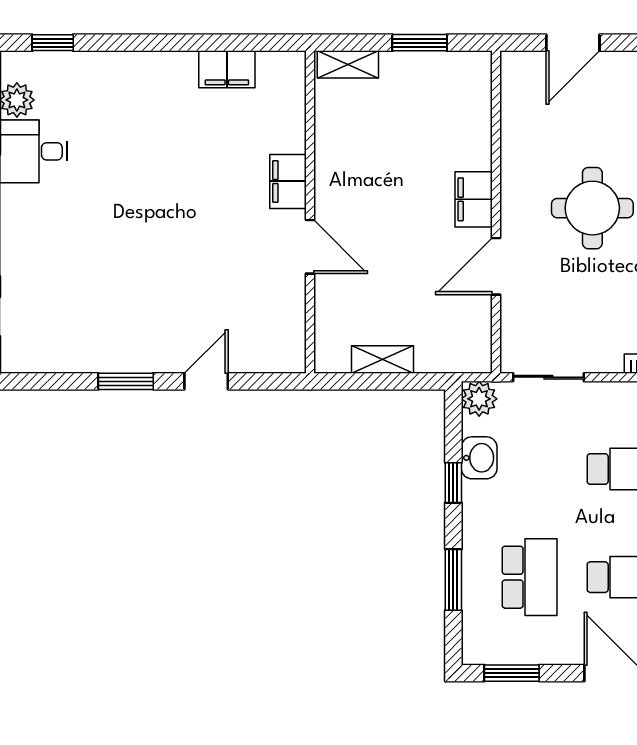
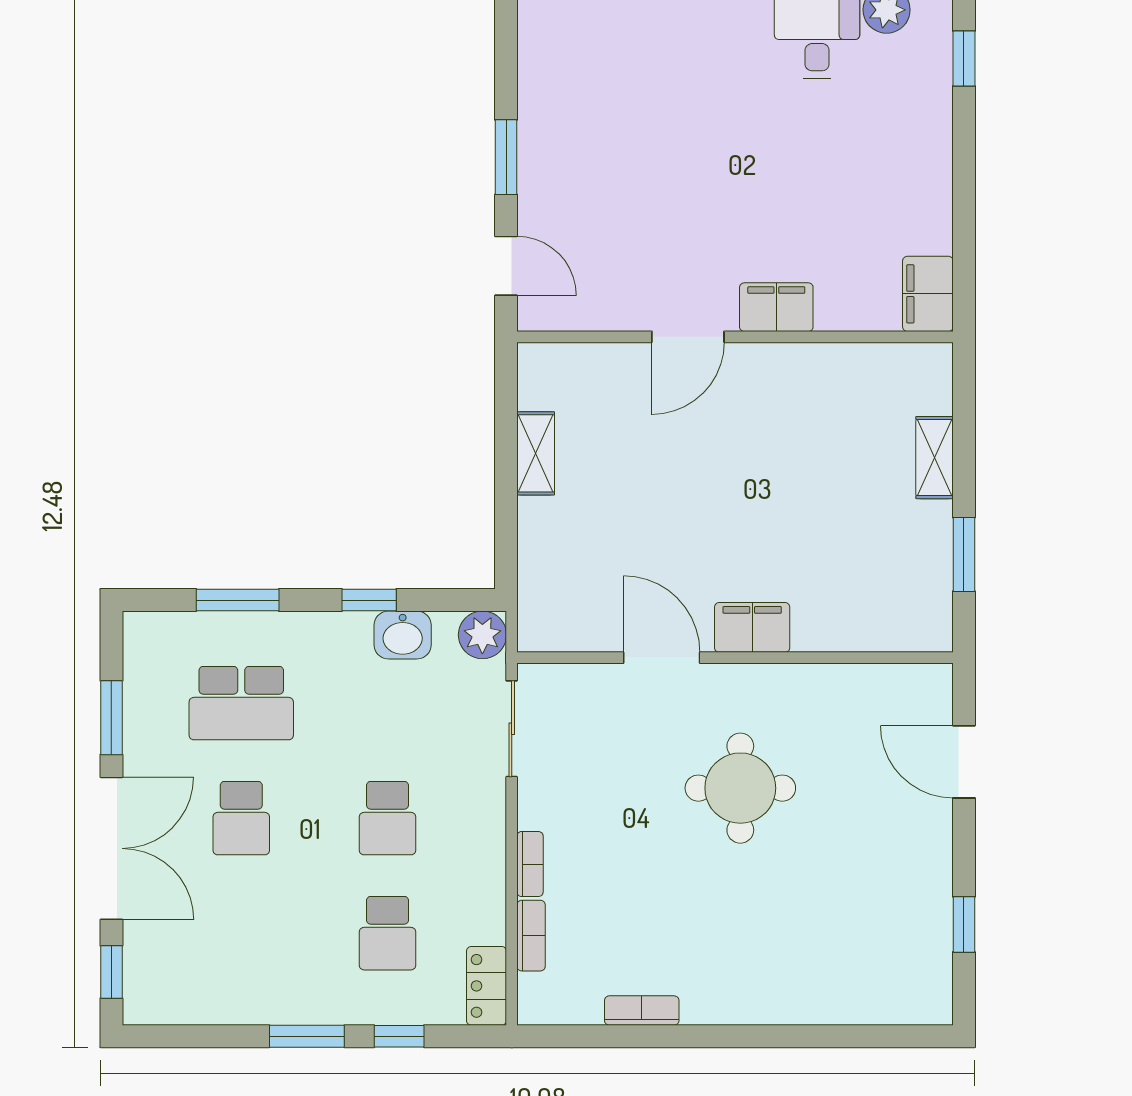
filing cabinet: (288, 181) -> (776, 307), moved
wall: (310, 212) -> (735, 337), moved
door: (310, 247) -> (688, 337), moved
shelving: (382, 359) -> (536, 453), moved
window: (512, 673) -> (111, 718), moved

